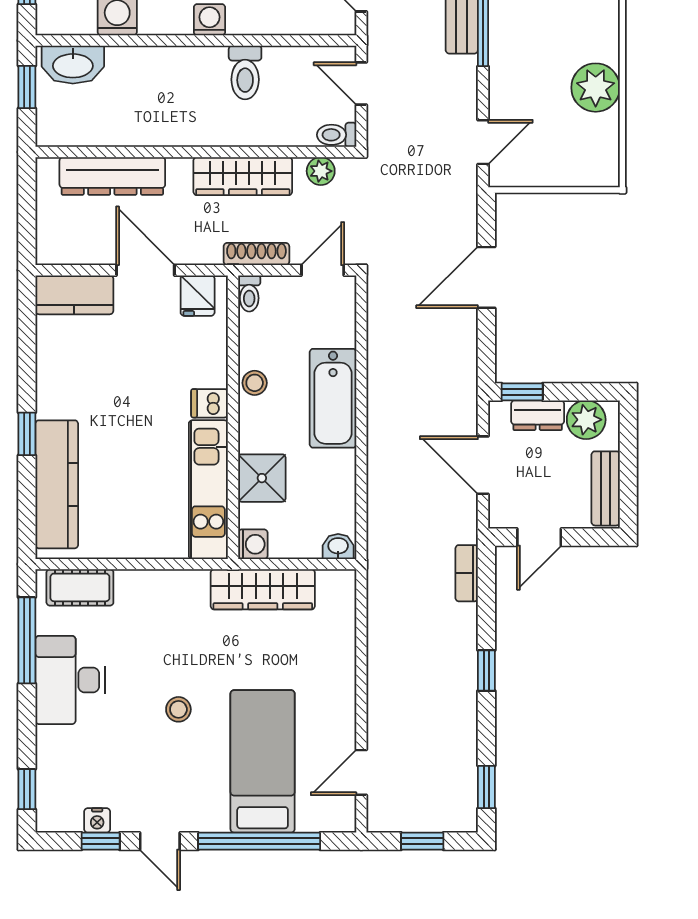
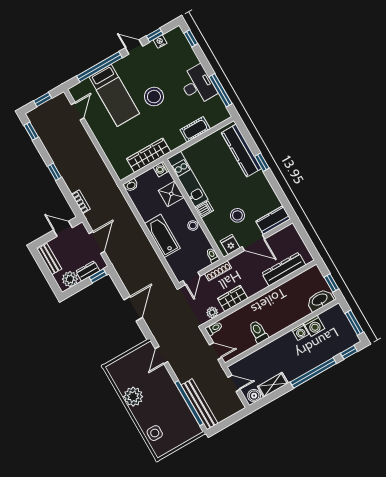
washing machine: (209, 20) -> (300, 332), moved
wardrobe: (243, 176) -> (233, 298), width x0.67
stool: (146, 349) -> (237, 215), added
door: (483, 465) -> (97, 243), hinge flipped
door: (539, 537) -> (63, 229), hinge flipped
cot: (80, 587) -> (195, 129), moved
stool: (178, 709) -> (154, 97), width x1.89, depth x1.89

